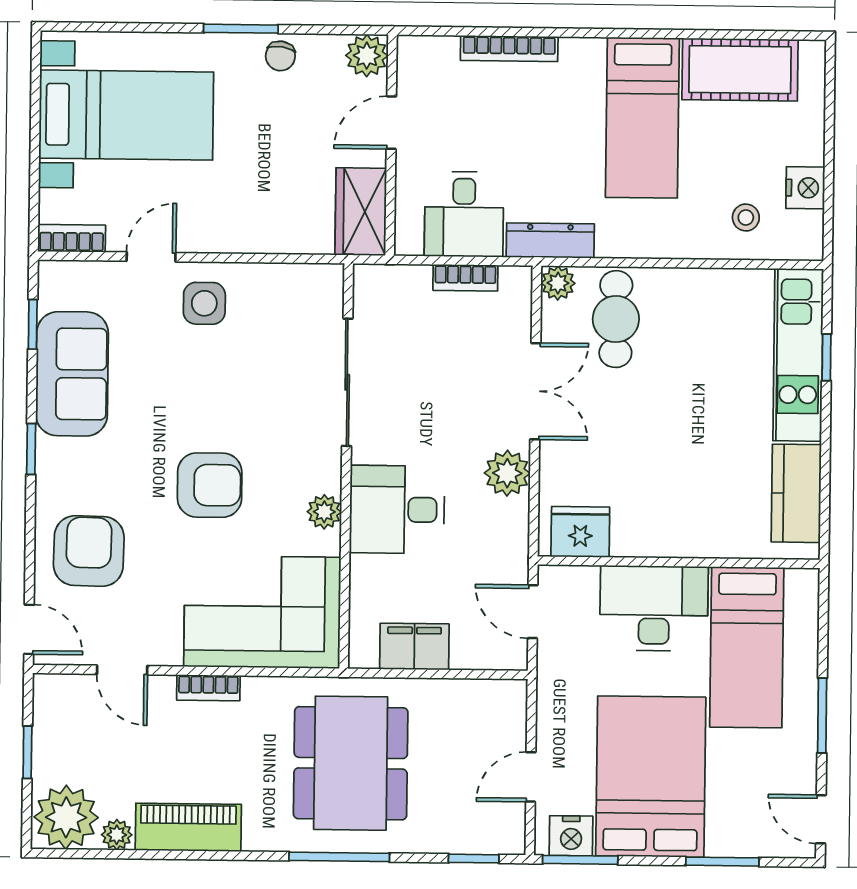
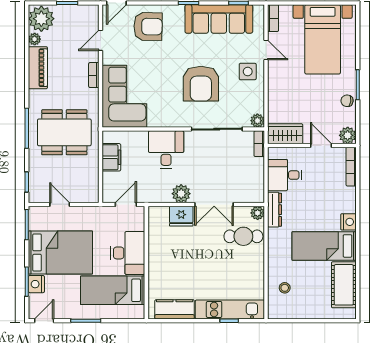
bookcase: (509, 49) -> (351, 167), moved
nightstand: (805, 188) -> (348, 222), moved, turned -90
bookcase: (465, 278) -> (259, 144), moved
sofa: (72, 374) -> (219, 19), width x1.36
armchair: (210, 485) -> (201, 84), moved, width x1.36, depth x1.36
plant: (324, 512) -> (257, 121), moved
fridge: (580, 532) -> (181, 216), moved, turned 90
nightstand: (571, 836) -> (36, 284), moved

